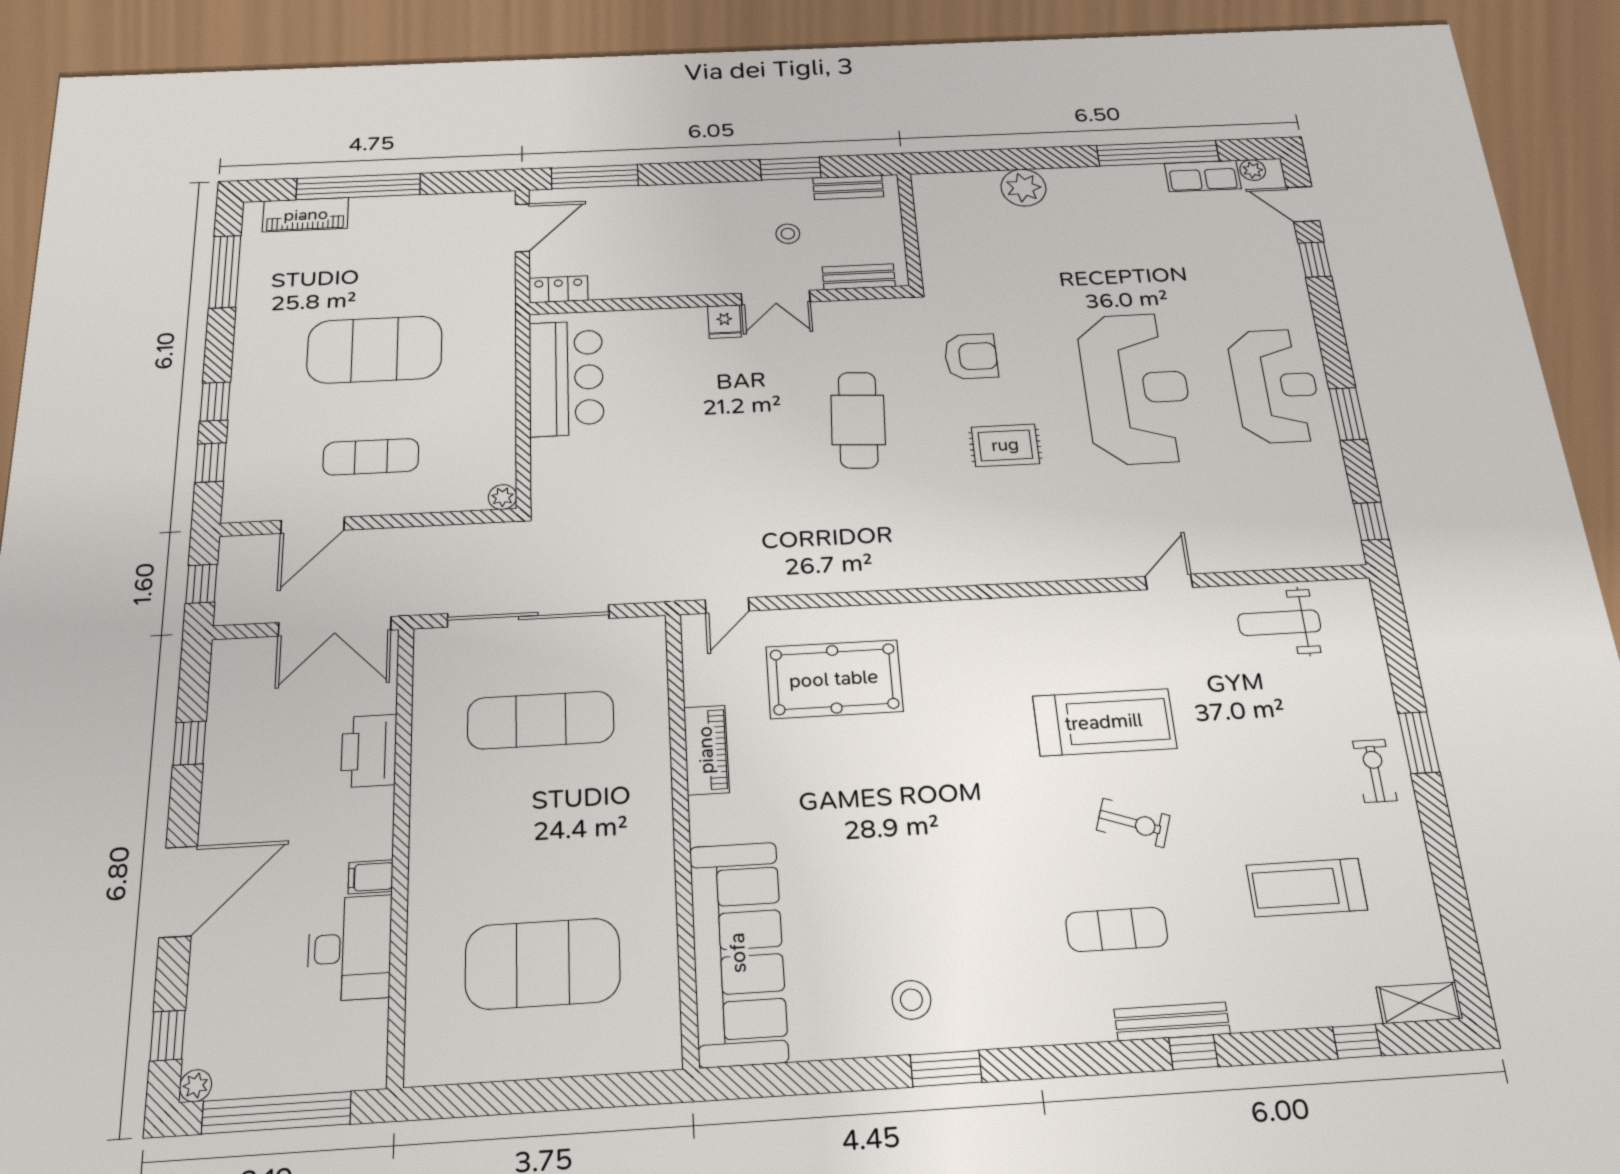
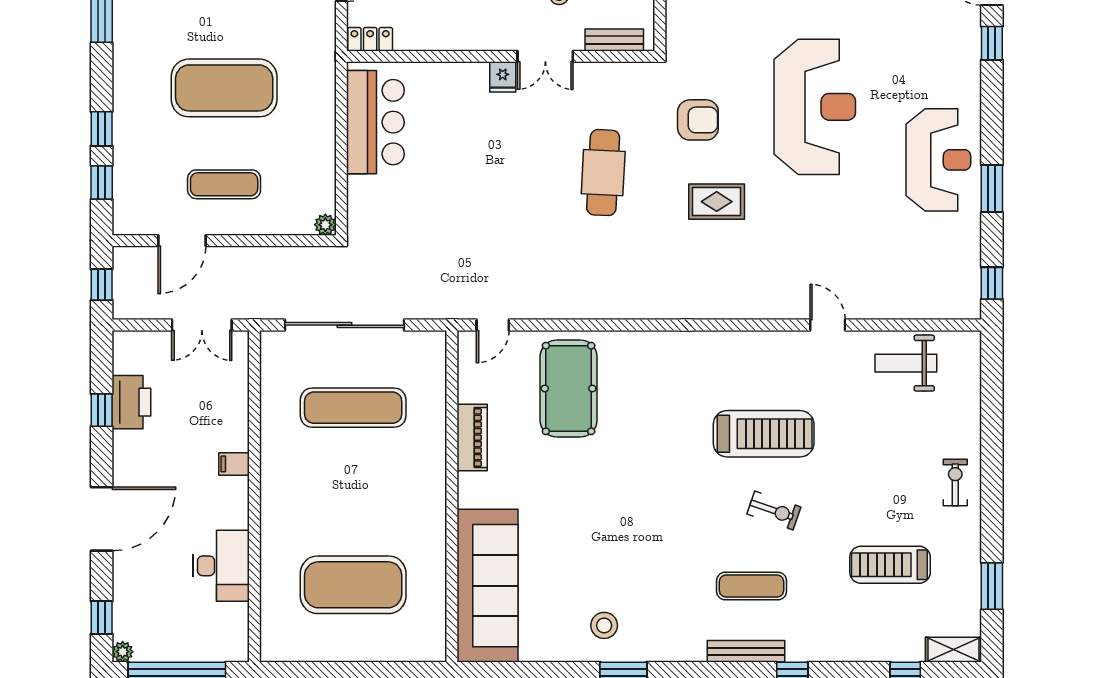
reception desk: (1136, 388) -> (815, 107), moved
door: (1169, 582) -> (828, 325), hinge flipped
double door: (335, 626) -> (202, 325), width x0.73
pool table: (834, 679) -> (569, 388), turned 90
window: (1419, 742) -> (992, 586), moved
printer: (369, 751) -> (131, 402), moved, turned 180
filing cabinet: (371, 877) -> (234, 464), moved
bench: (1172, 1021) -> (746, 651), moved

